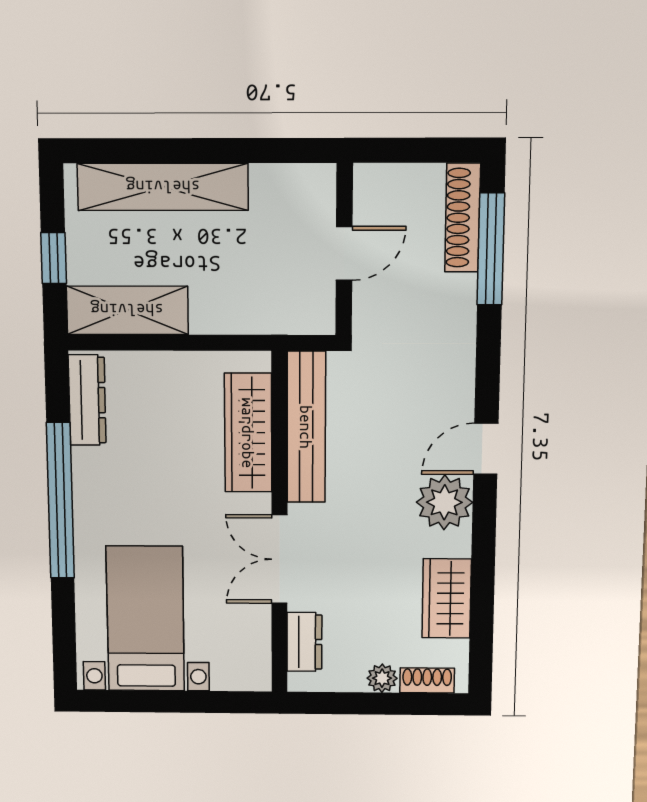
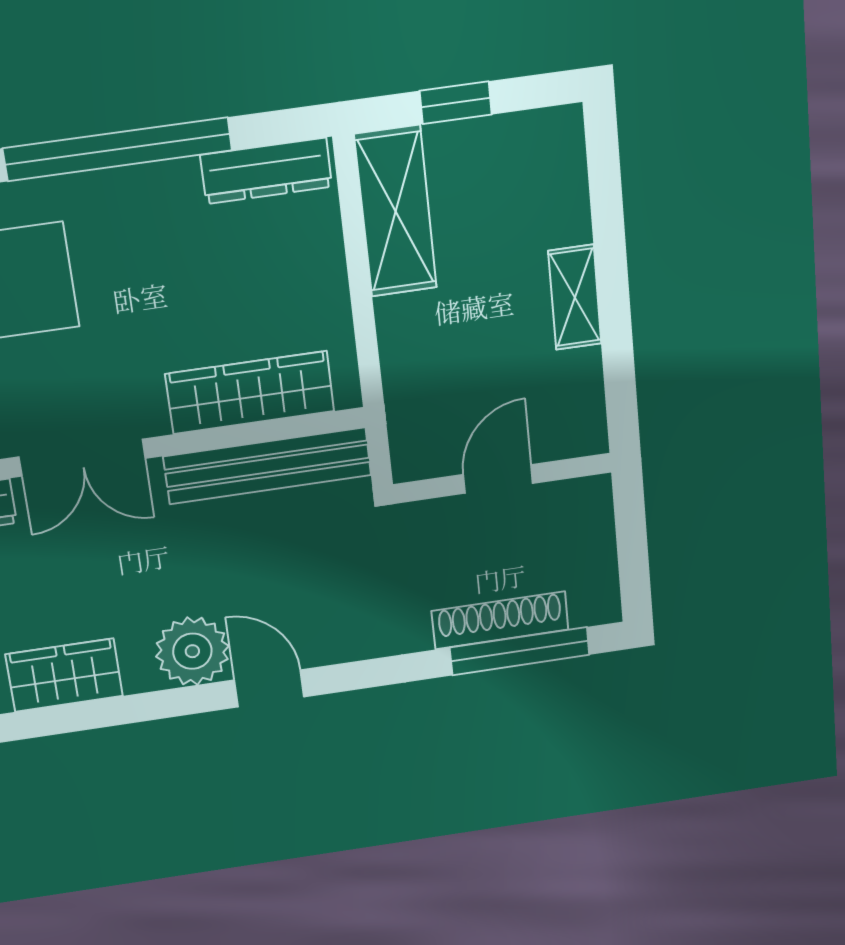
shelving: (163, 187) -> (575, 297), width x0.45, depth x0.75
shoe rack: (463, 218) -> (500, 620), moved
door: (344, 253) -> (498, 479), swing flipped
double door: (279, 559) -> (82, 458), swing flipped

